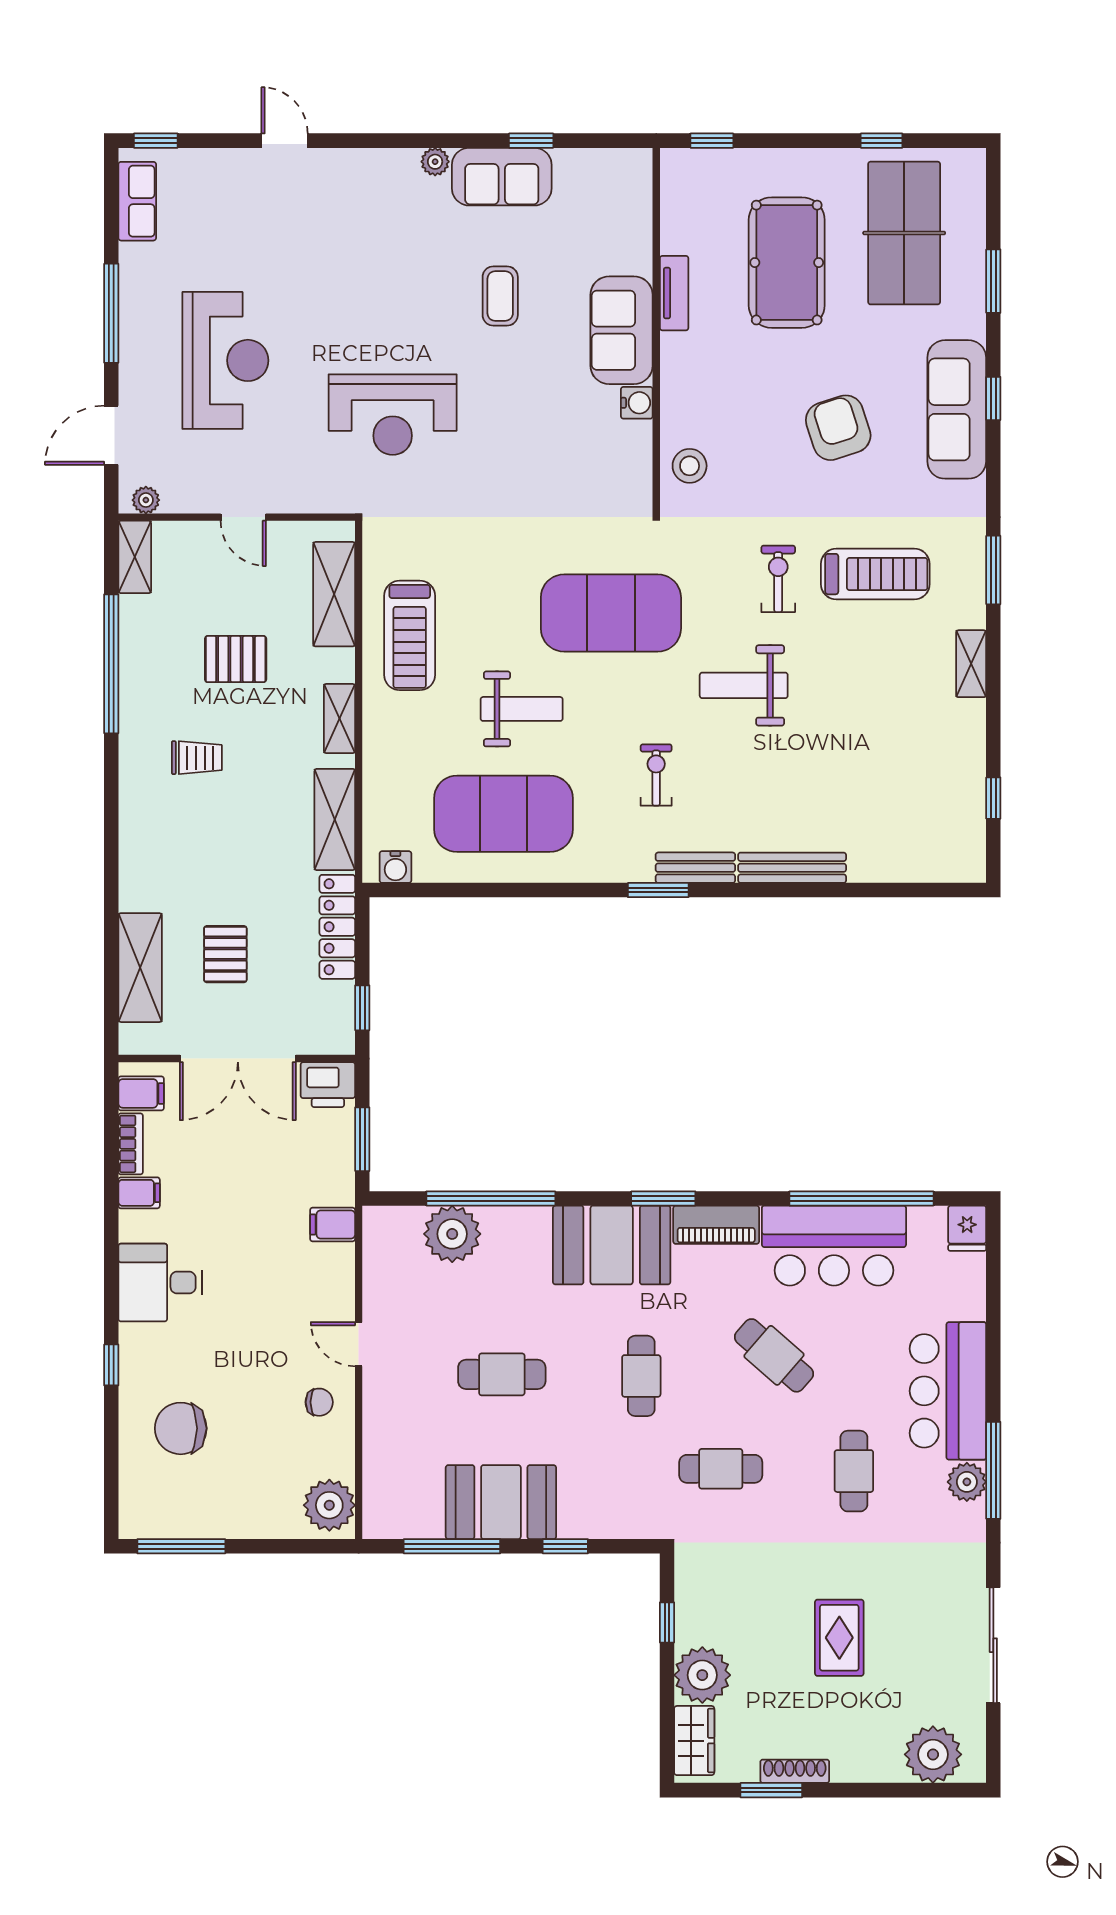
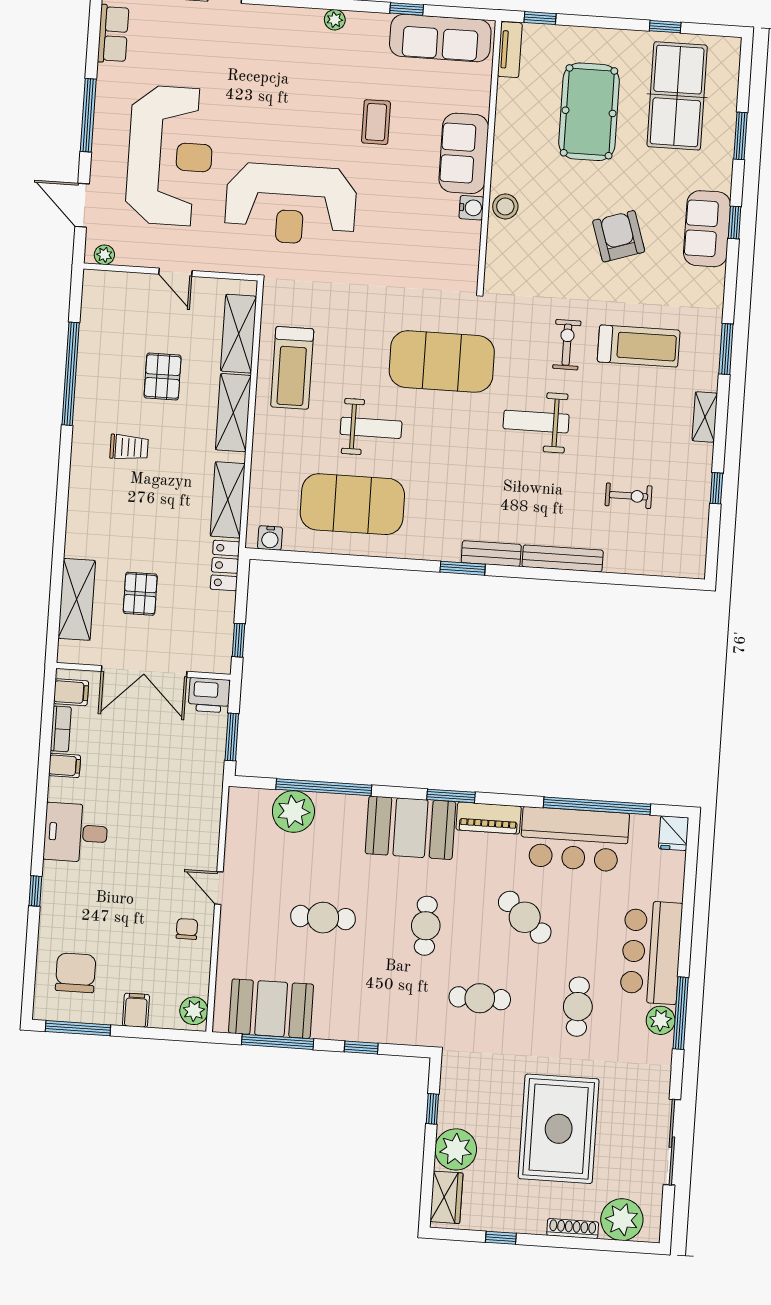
sofa: (502, 177) -> (440, 38), moved, width x1.36
tv unit: (674, 293) -> (510, 50), moved
reception desk: (225, 360) -> (170, 156), width x1.36, depth x1.30
sofa: (957, 409) -> (707, 229), width x0.73
reception desk: (393, 415) -> (291, 204), width x1.36, depth x1.30
door: (111, 435) -> (82, 205), hinge flipped
stool: (690, 466) -> (505, 206), moved
shelving: (135, 557) -> (93, 296), removed
pallet: (236, 659) -> (163, 377), turned 90
shelving: (339, 719) -> (233, 413), width x1.50, depth x1.33
exercise bike: (656, 775) -> (629, 496), moved, turned 90
window: (993, 798) -> (716, 488), moved
locker: (337, 927) -> (225, 565), width x0.66
filing cabinet: (333, 1224) -> (136, 1010), moved, turned 90
chair: (319, 1402) -> (187, 929), turned -90
chair: (181, 1428) -> (76, 973), moved, turned 90
booth: (501, 1502) -> (271, 1009), moved
plant: (329, 1505) -> (194, 1011), width x0.73, depth x0.73
rug: (839, 1638) -> (559, 1129), width x1.86, depth x2.06
shoe rack: (795, 1771) -> (573, 1229), moved
window: (771, 1790) -> (501, 1238), width x0.67

